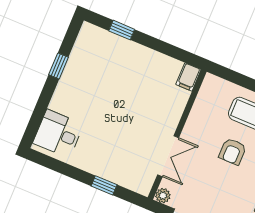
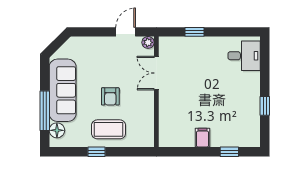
filing cabinet: (188, 77) -> (203, 138), moved
armchair: (233, 151) -> (110, 96), turned 180

